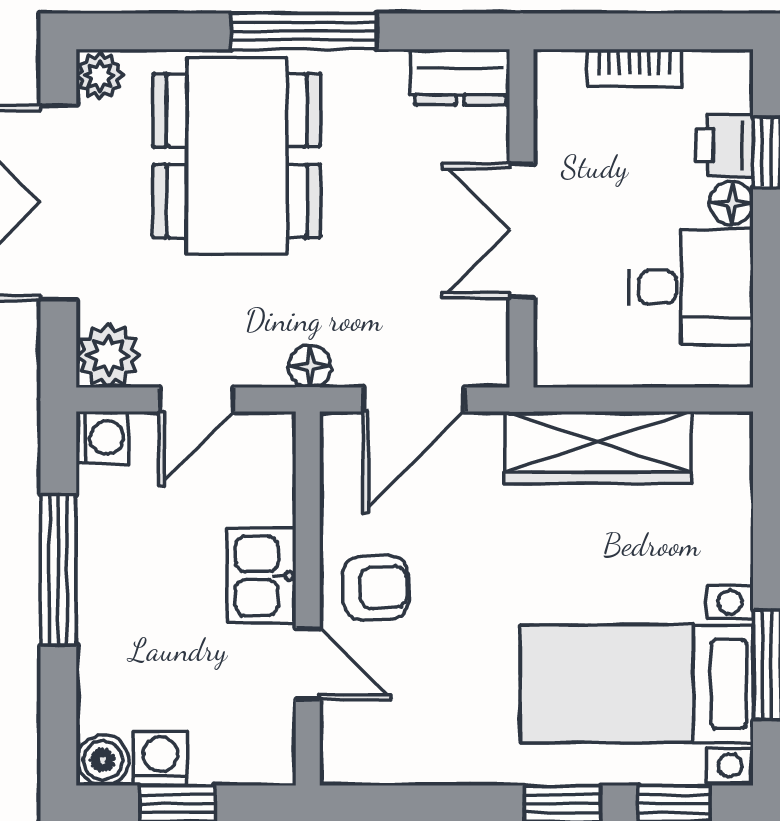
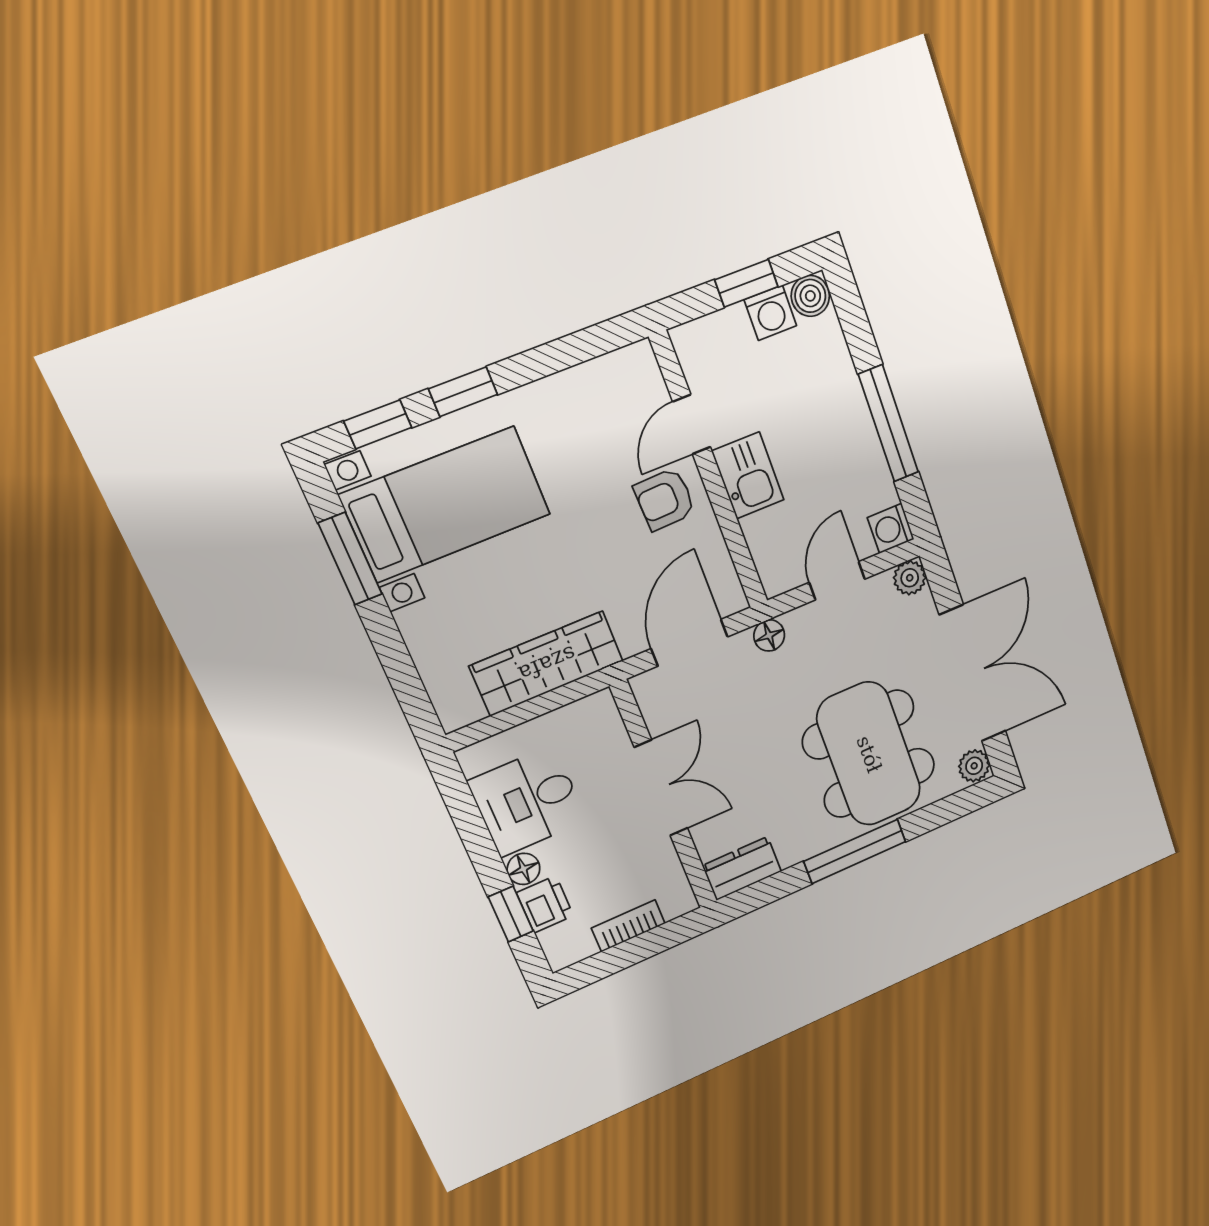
plant: (108, 356) -> (910, 578), width x0.73, depth x0.73
door: (308, 664) -> (692, 424), hinge flipped

